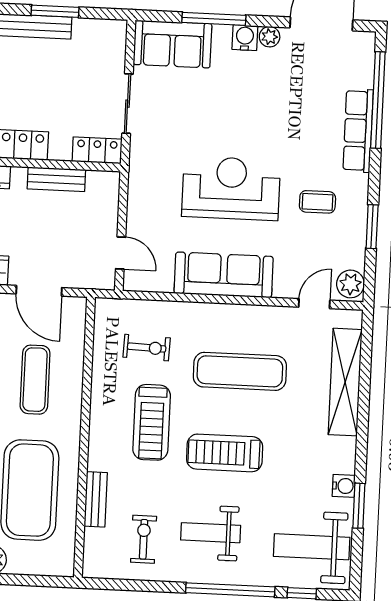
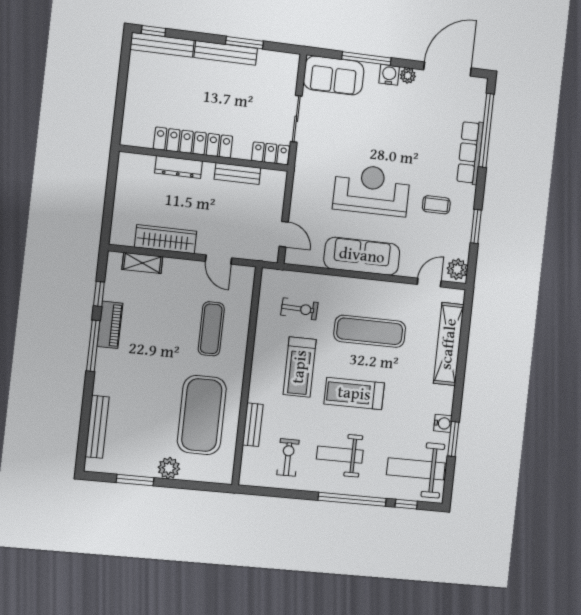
door: (39, 291) -> (219, 260), width x0.73

